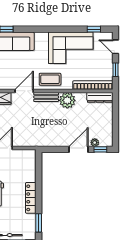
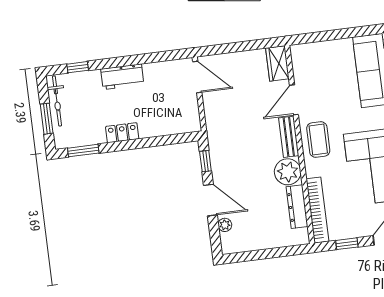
door: (24, 91) -> (294, 100), swing flipped
dresser: (100, 97) -> (297, 207), moved
window: (100, 149) -> (205, 161), moved
locker: (31, 198) -> (122, 133), width x0.66

